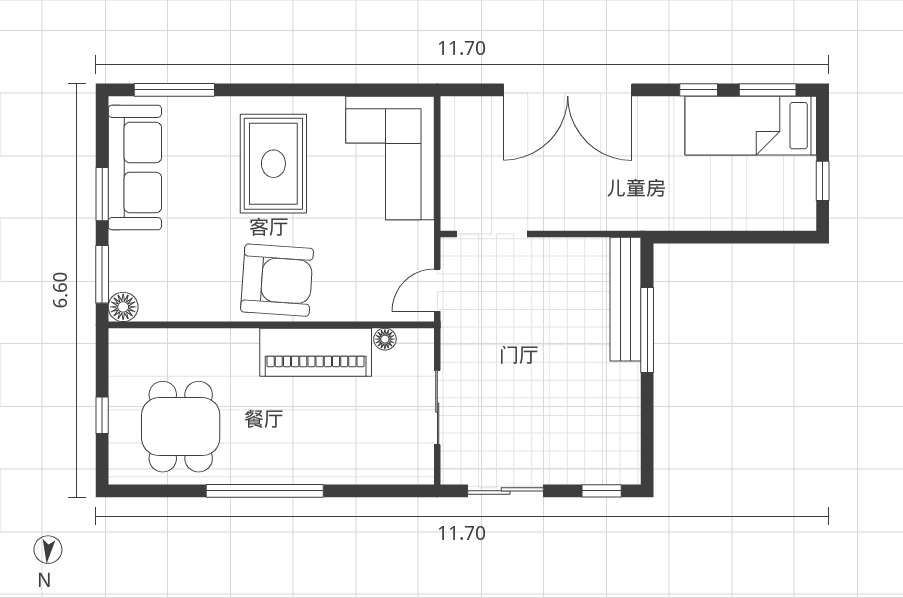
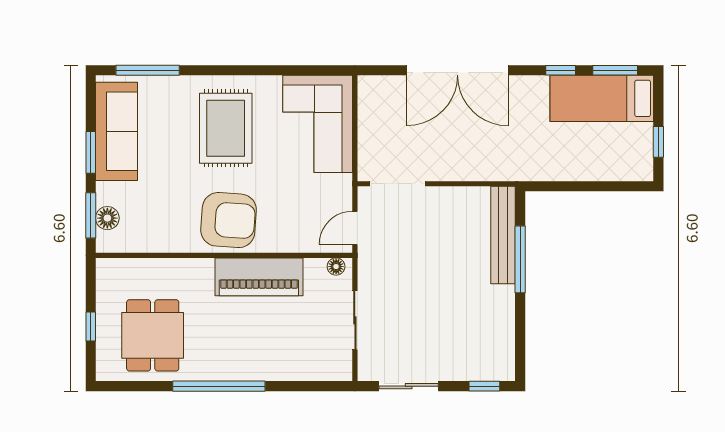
floor lamp: (123, 307) -> (107, 218), moved
floor lamp: (385, 339) -> (336, 267), moved

